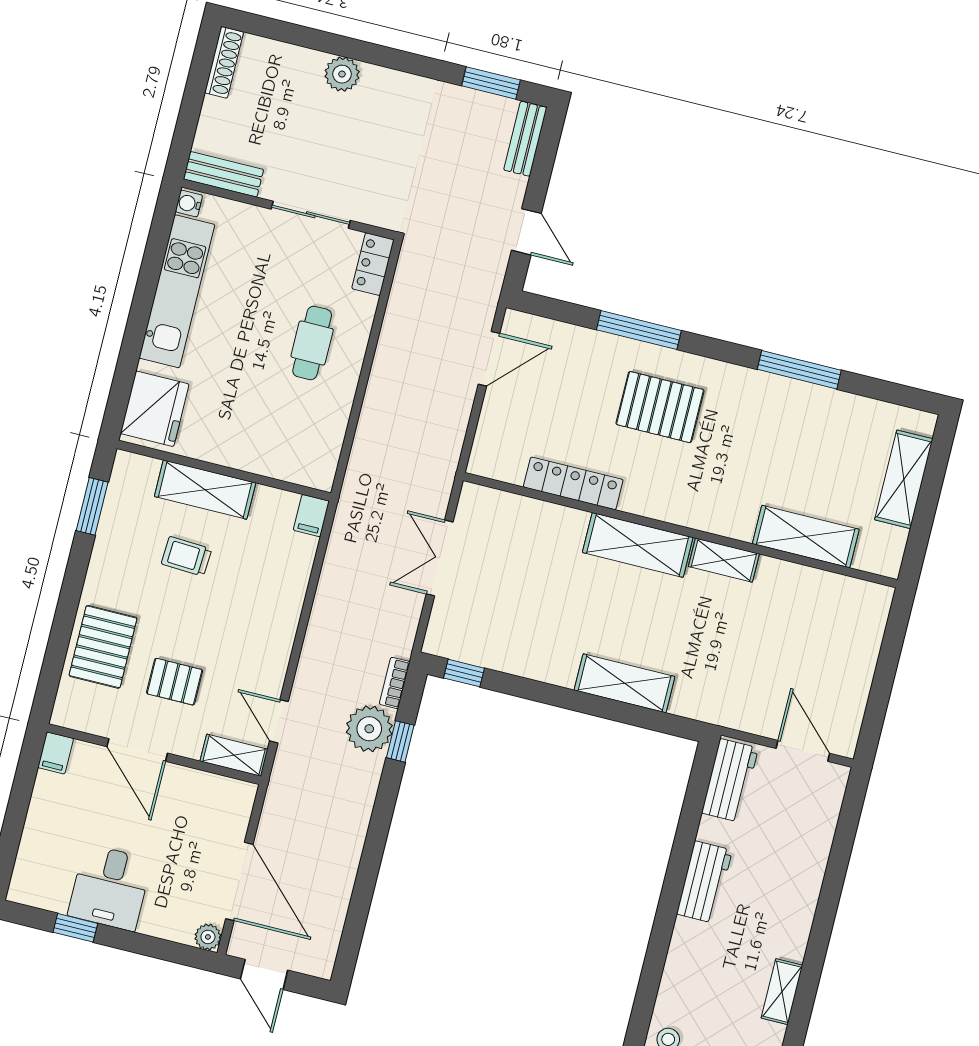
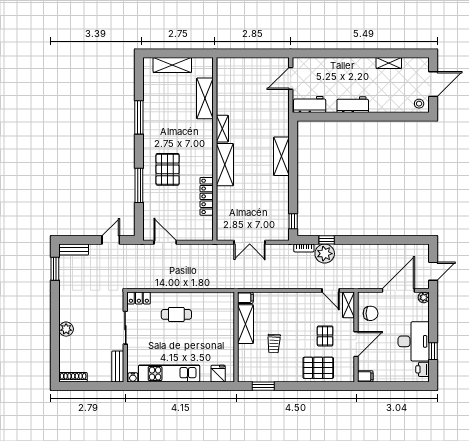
fridge: (155, 409) -> (218, 374), width x0.53, depth x0.75
shelving: (205, 490) -> (245, 324), moved
door: (279, 721) -> (331, 290), hinge flipped
chair: (201, 802) -> (371, 313), added
desk: (110, 888) -> (414, 341), width x1.37
printer: (39, 892) -> (423, 369), added

